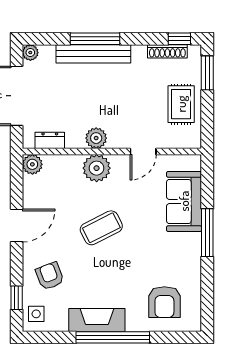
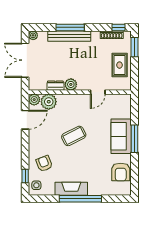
dresser: (50, 140) -> (55, 86), moved
plant: (97, 168) -> (49, 102), moved
sofa: (184, 201) -> (121, 136), moved
door: (17, 226) -> (25, 120), moved
armchair: (164, 302) -> (121, 172), moved

